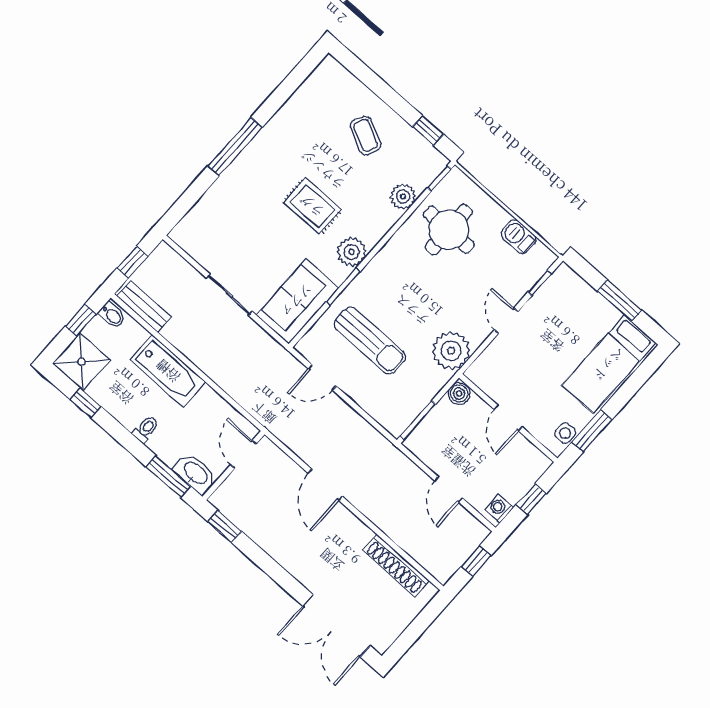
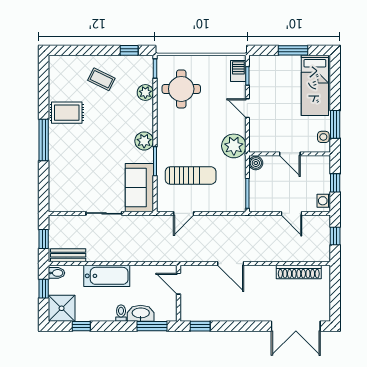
rug: (312, 206) -> (67, 113), moved
barbecue: (519, 237) -> (238, 71), moved, turned 90
washbasin: (195, 474) -> (141, 313), moved

